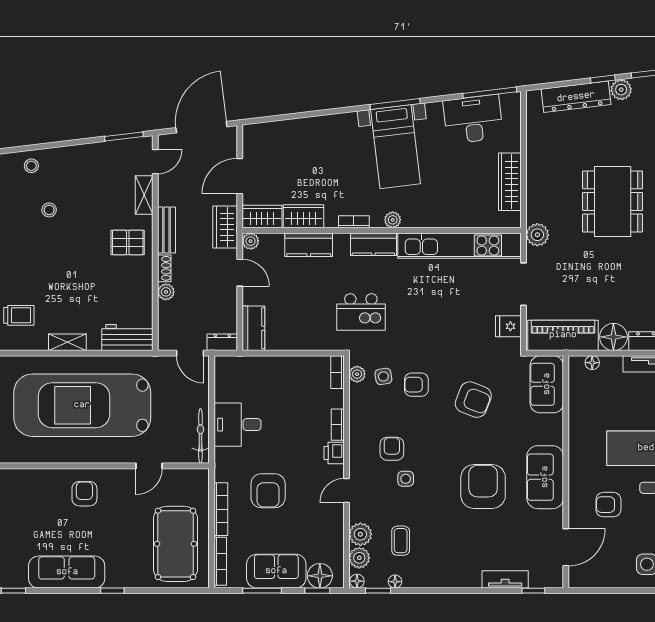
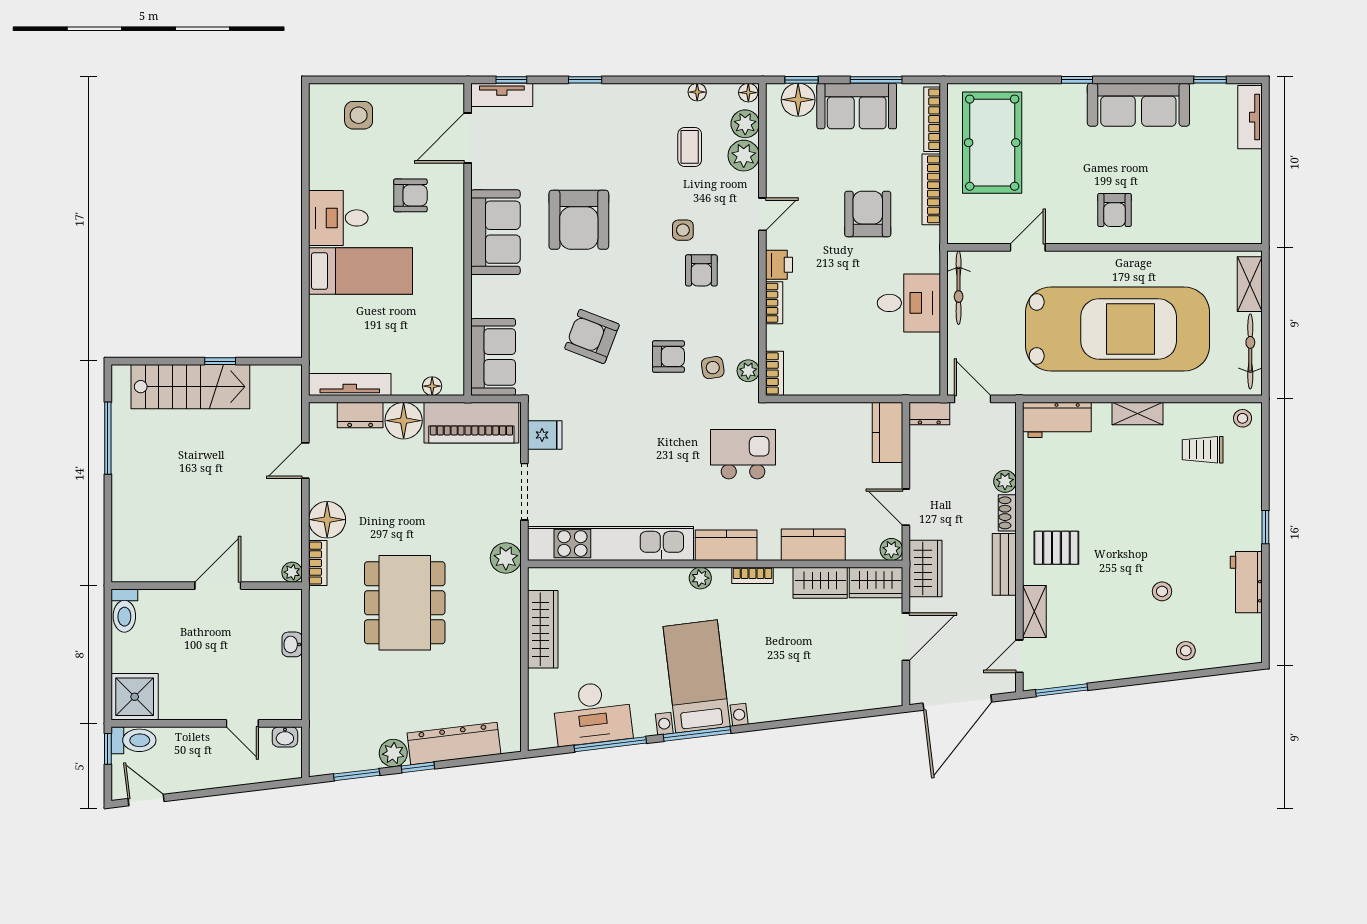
window: (490, 93) -> (610, 744), moved
tv unit: (505, 579) -> (502, 95), moved
window: (378, 591) -> (585, 80), moved

